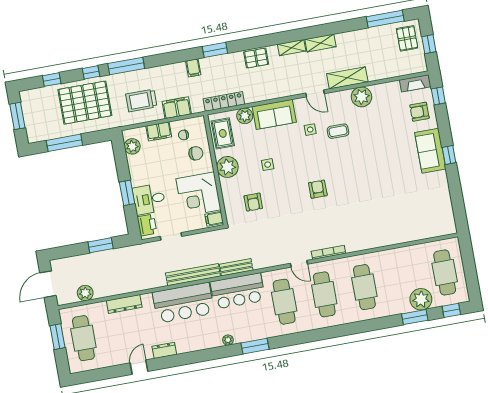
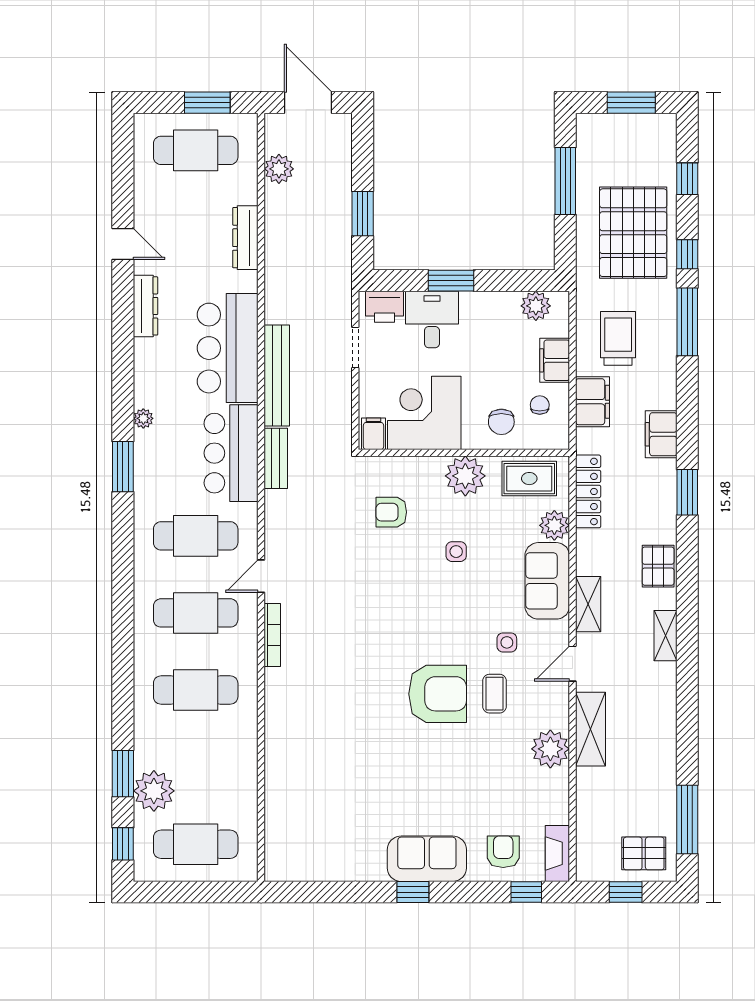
shelving: (320, 43) -> (588, 604), moved
filing cabinet: (193, 68) -> (661, 434), width x2.00
armchair: (318, 189) -> (438, 694), moved, width x1.88, depth x1.88
dresser: (164, 350) -> (145, 306), width x1.44

